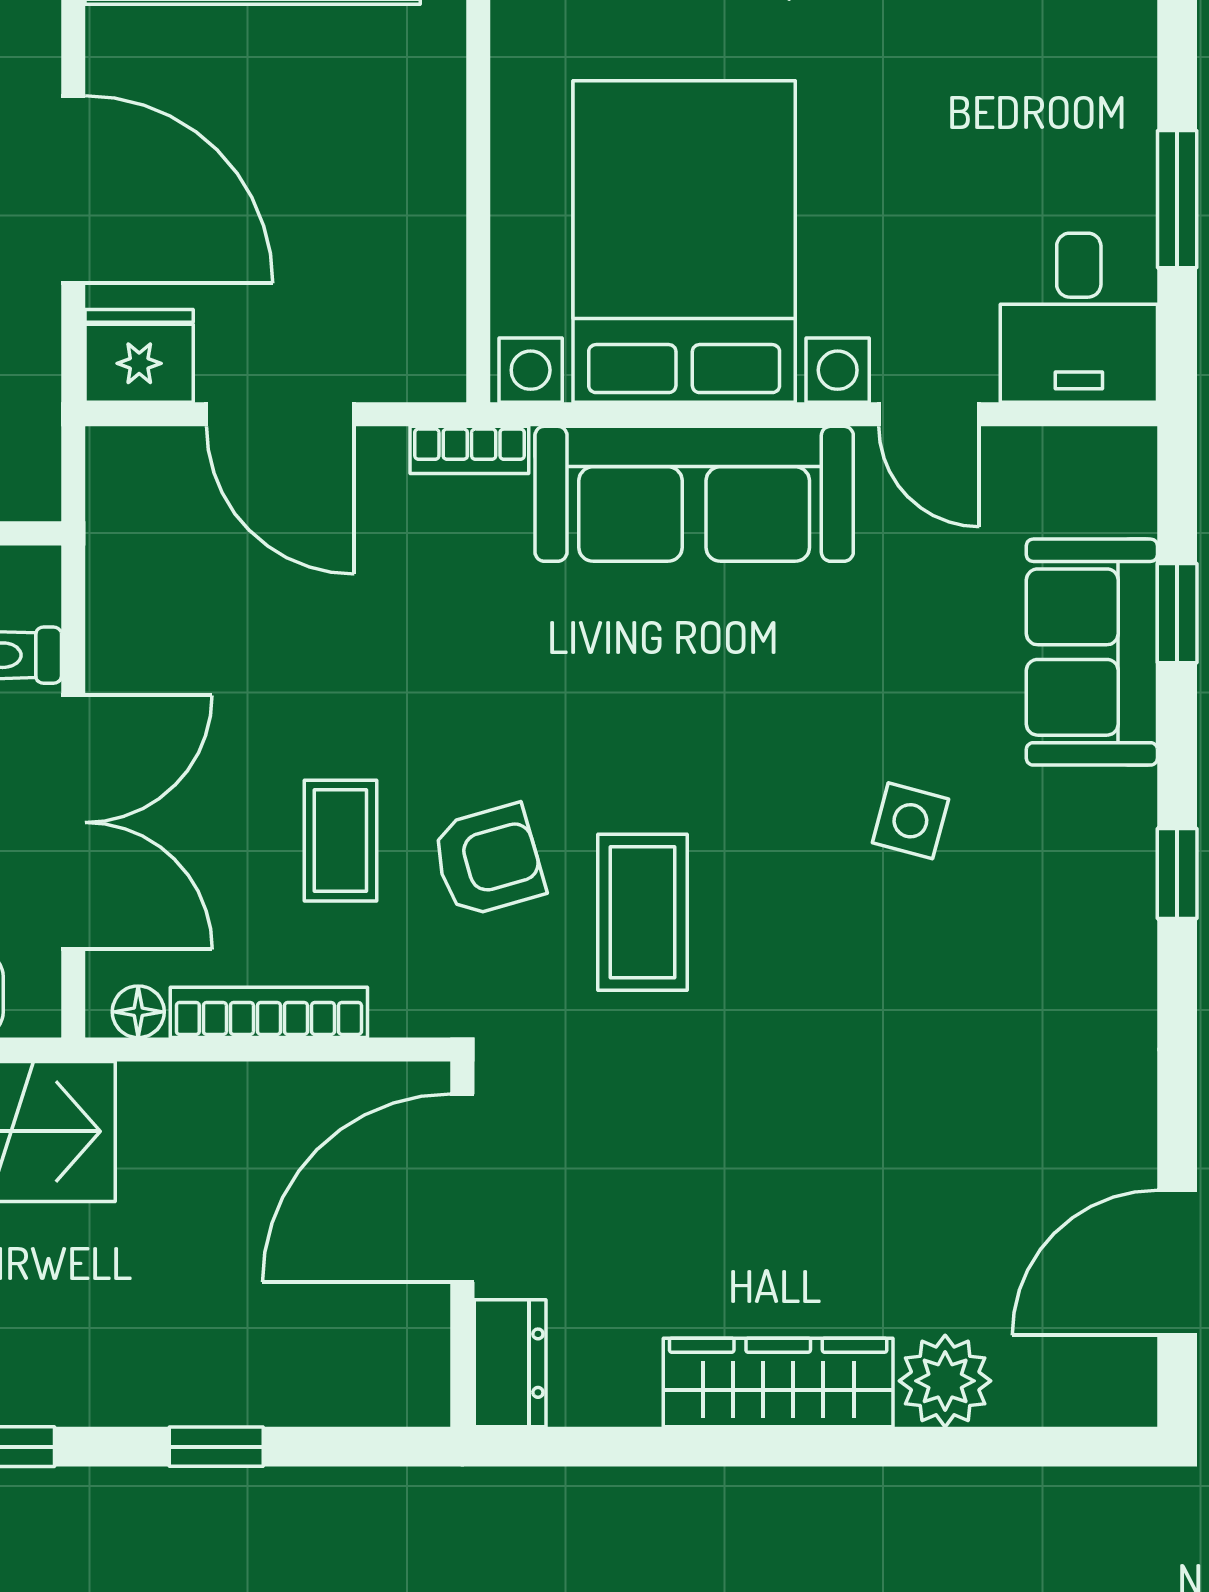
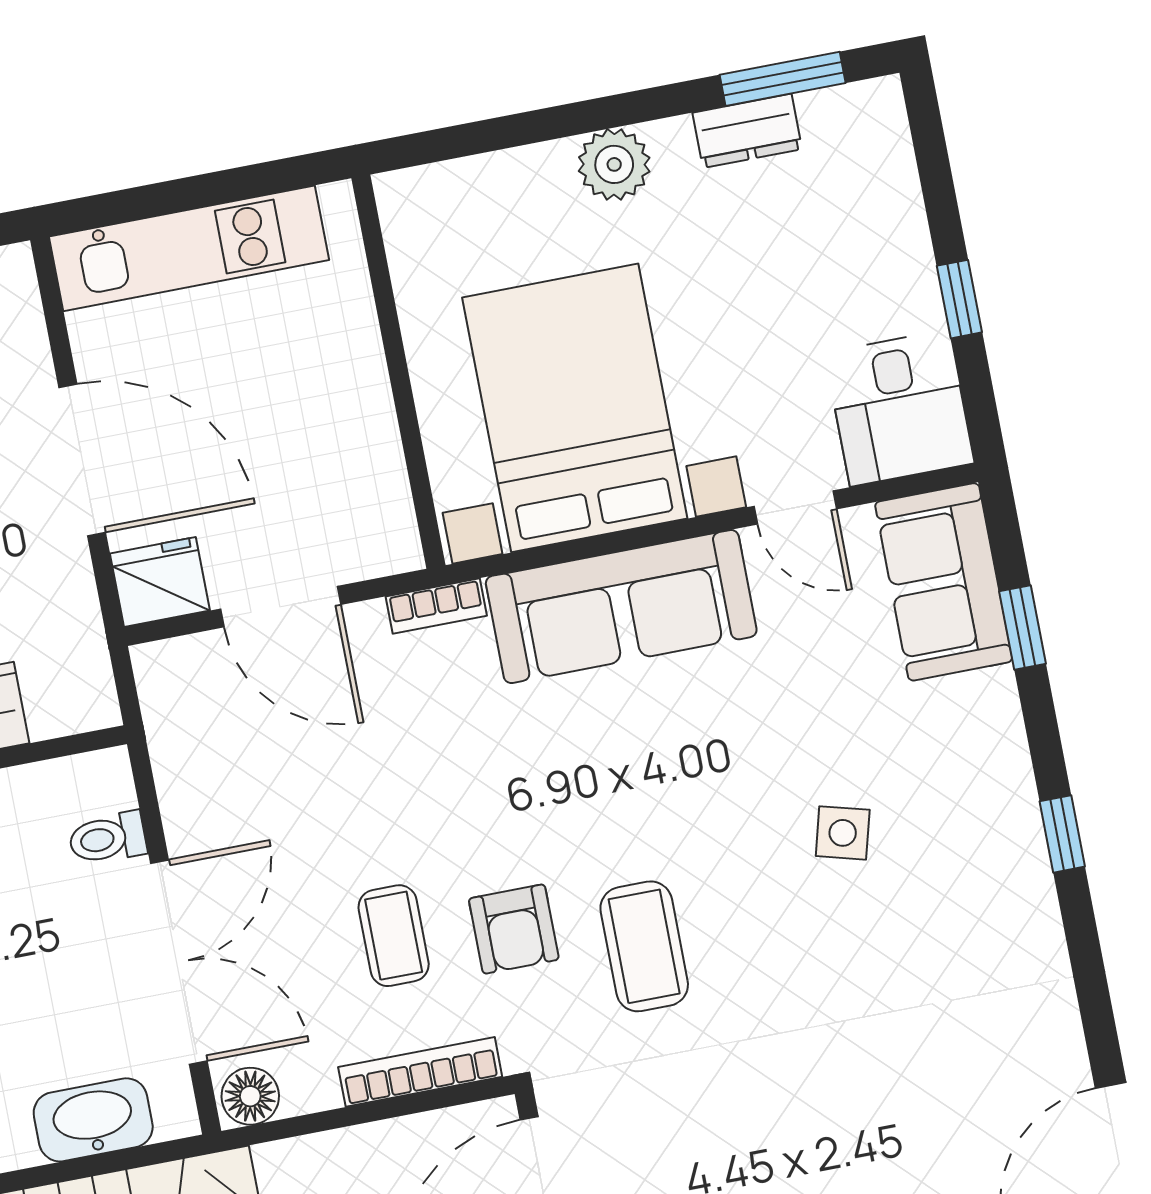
window: (1177, 199) -> (959, 299), width x0.67
sofa: (1092, 652) -> (944, 582), moved
armchair: (488, 861) -> (514, 929), turned 106
floor lamp: (138, 1012) -> (250, 1096), width x1.37, depth x1.37
bookcase: (269, 1012) -> (420, 1072), moved

